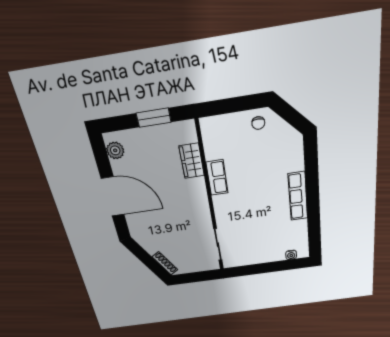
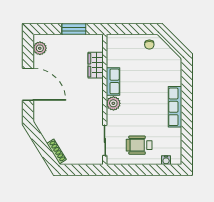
plant: (221, 203) -> (113, 103), added
wheelchair: (258, 244) -> (139, 145), added

